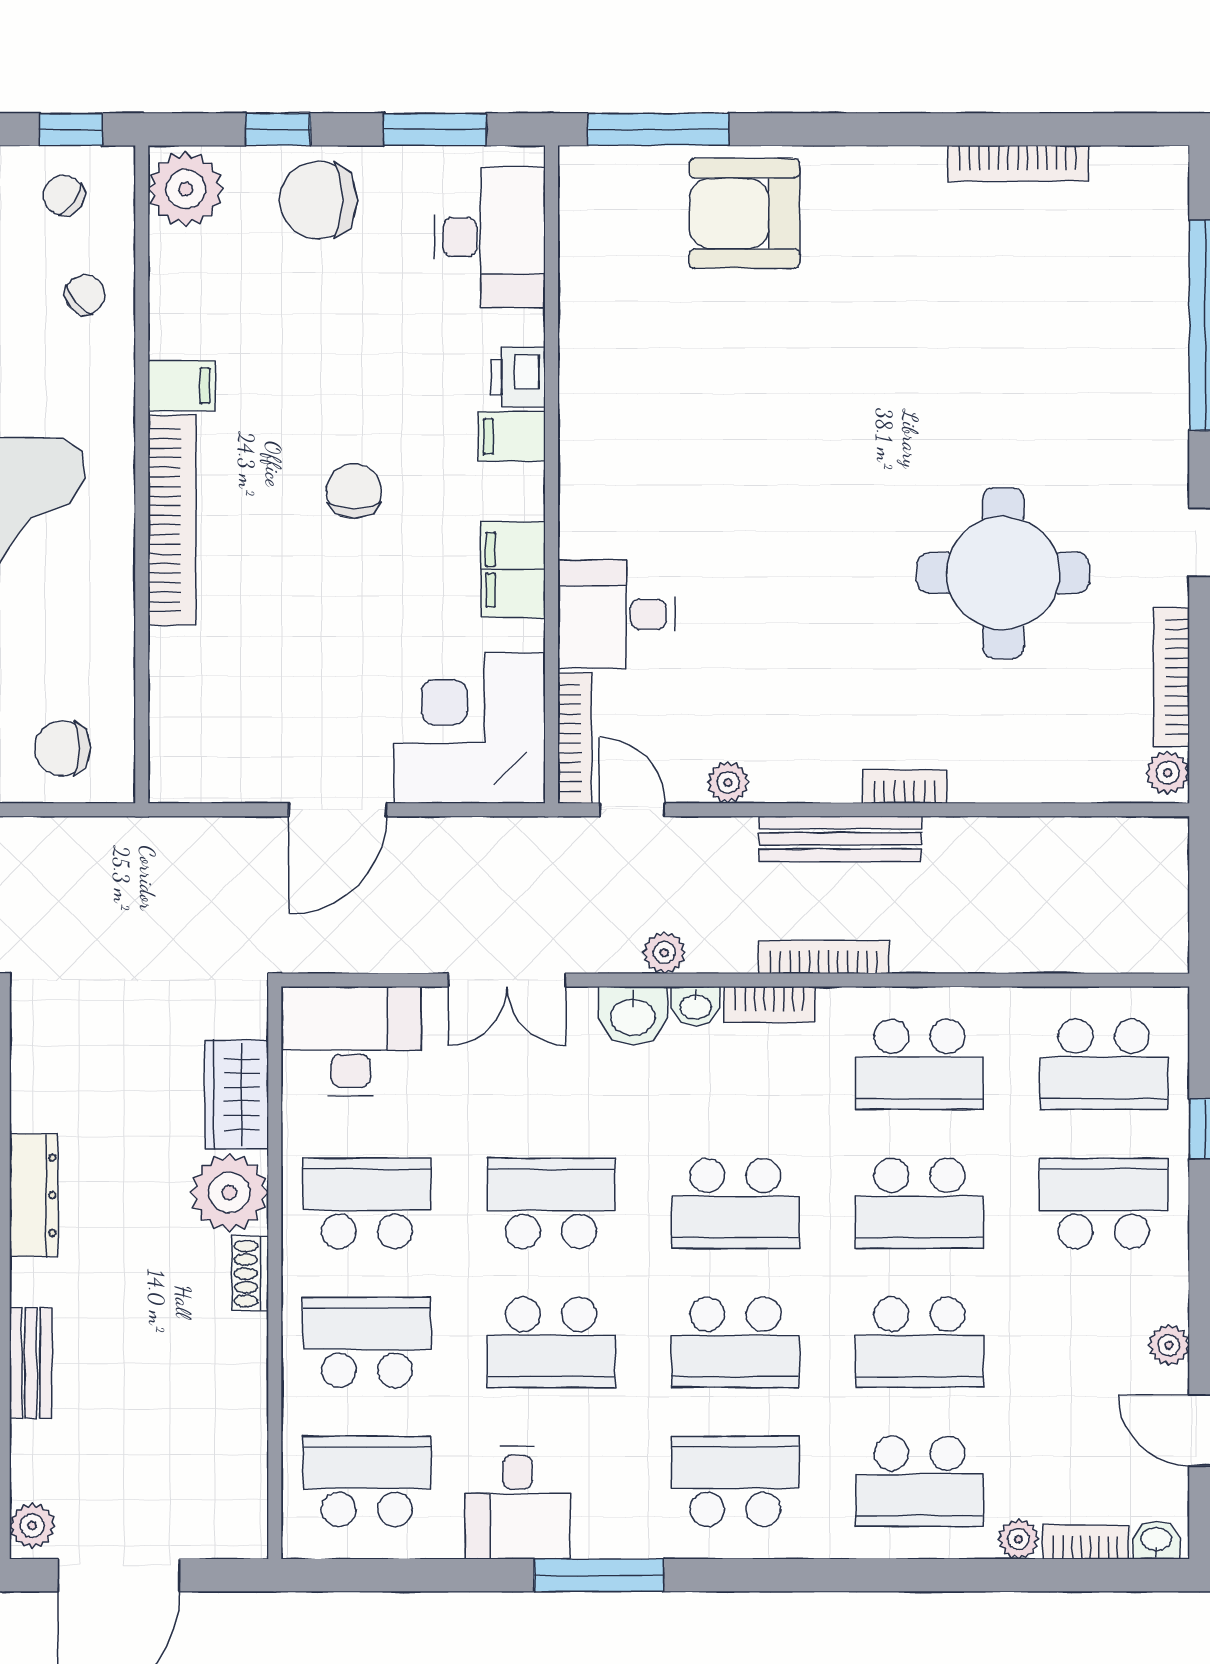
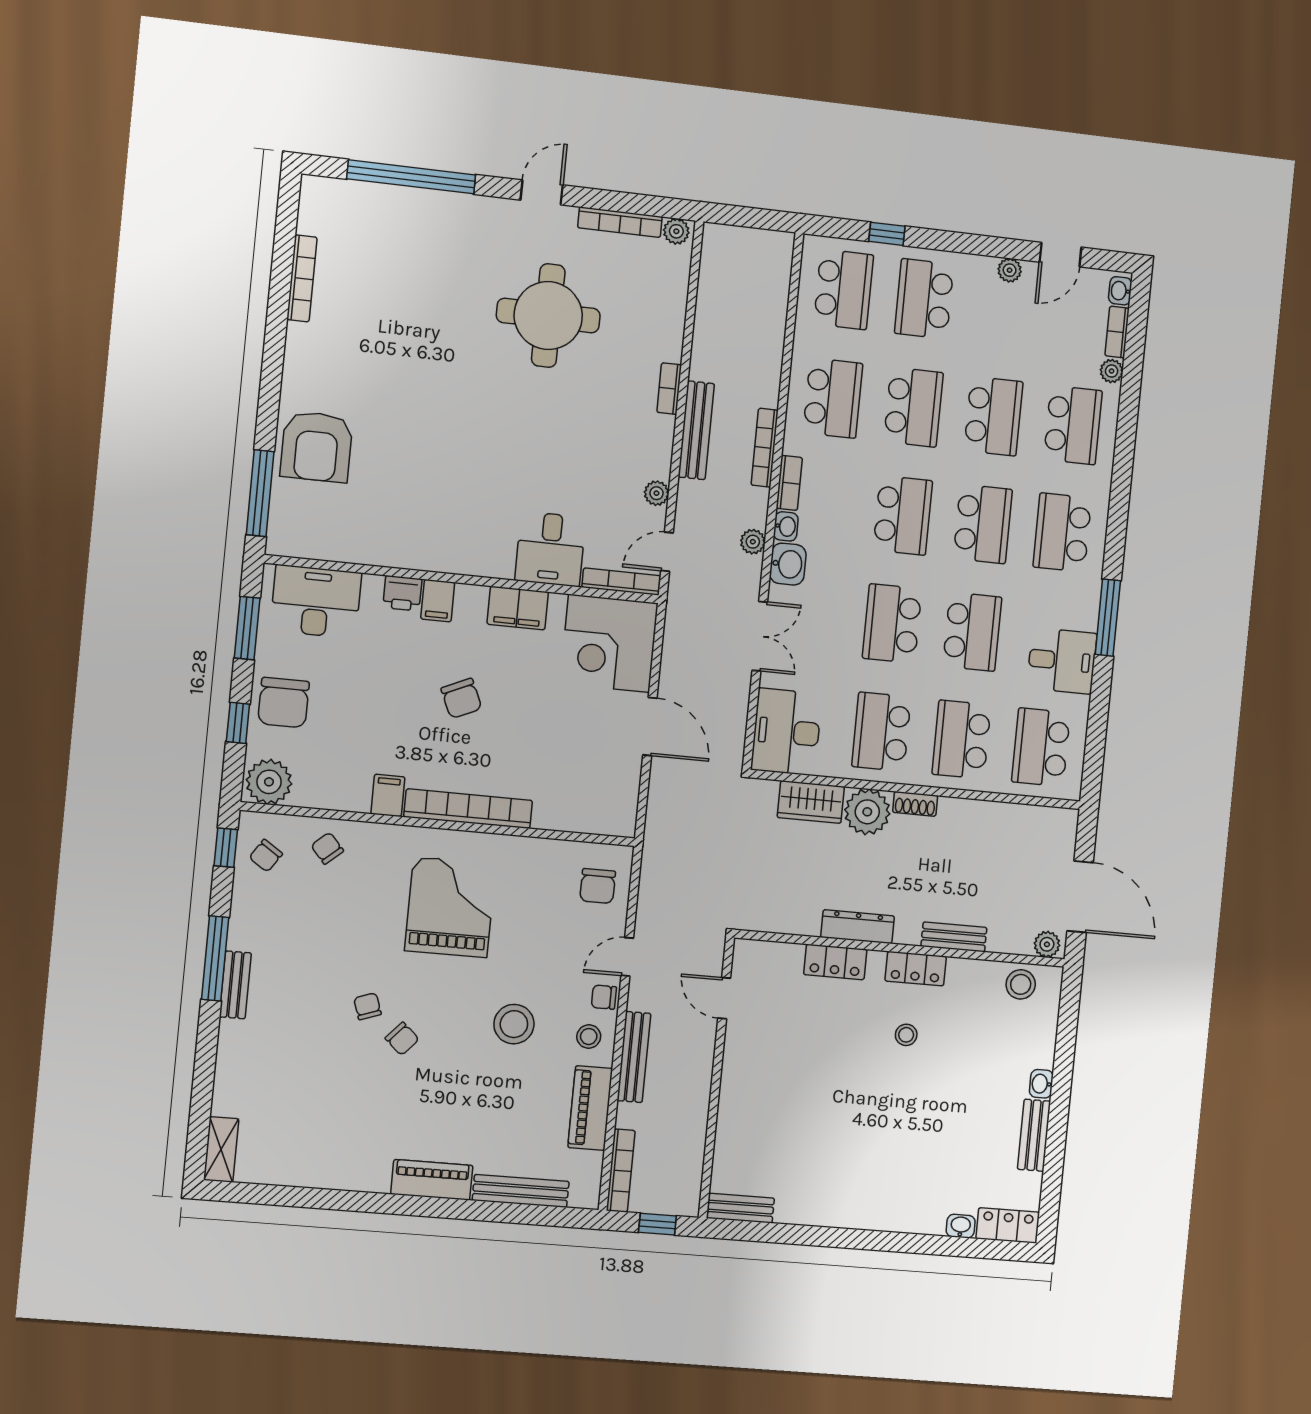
chair: (354, 491) -> (461, 698), turned -114

